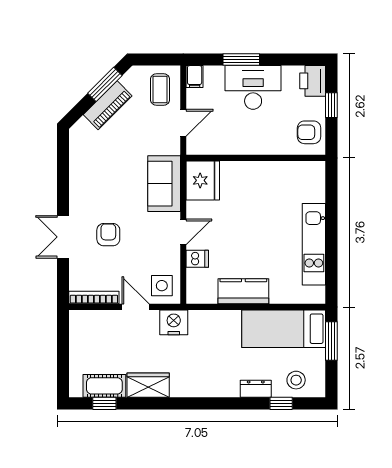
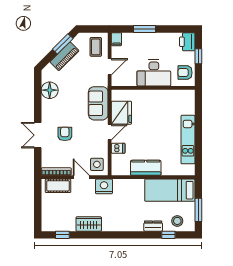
desk: (253, 87) -> (154, 73), moved, turned 180
floor lamp: (83, 162) -> (50, 90), added
fridge: (203, 180) -> (121, 113), moved
window: (331, 341) -> (198, 210), moved
cot: (104, 386) -> (58, 186), moved

